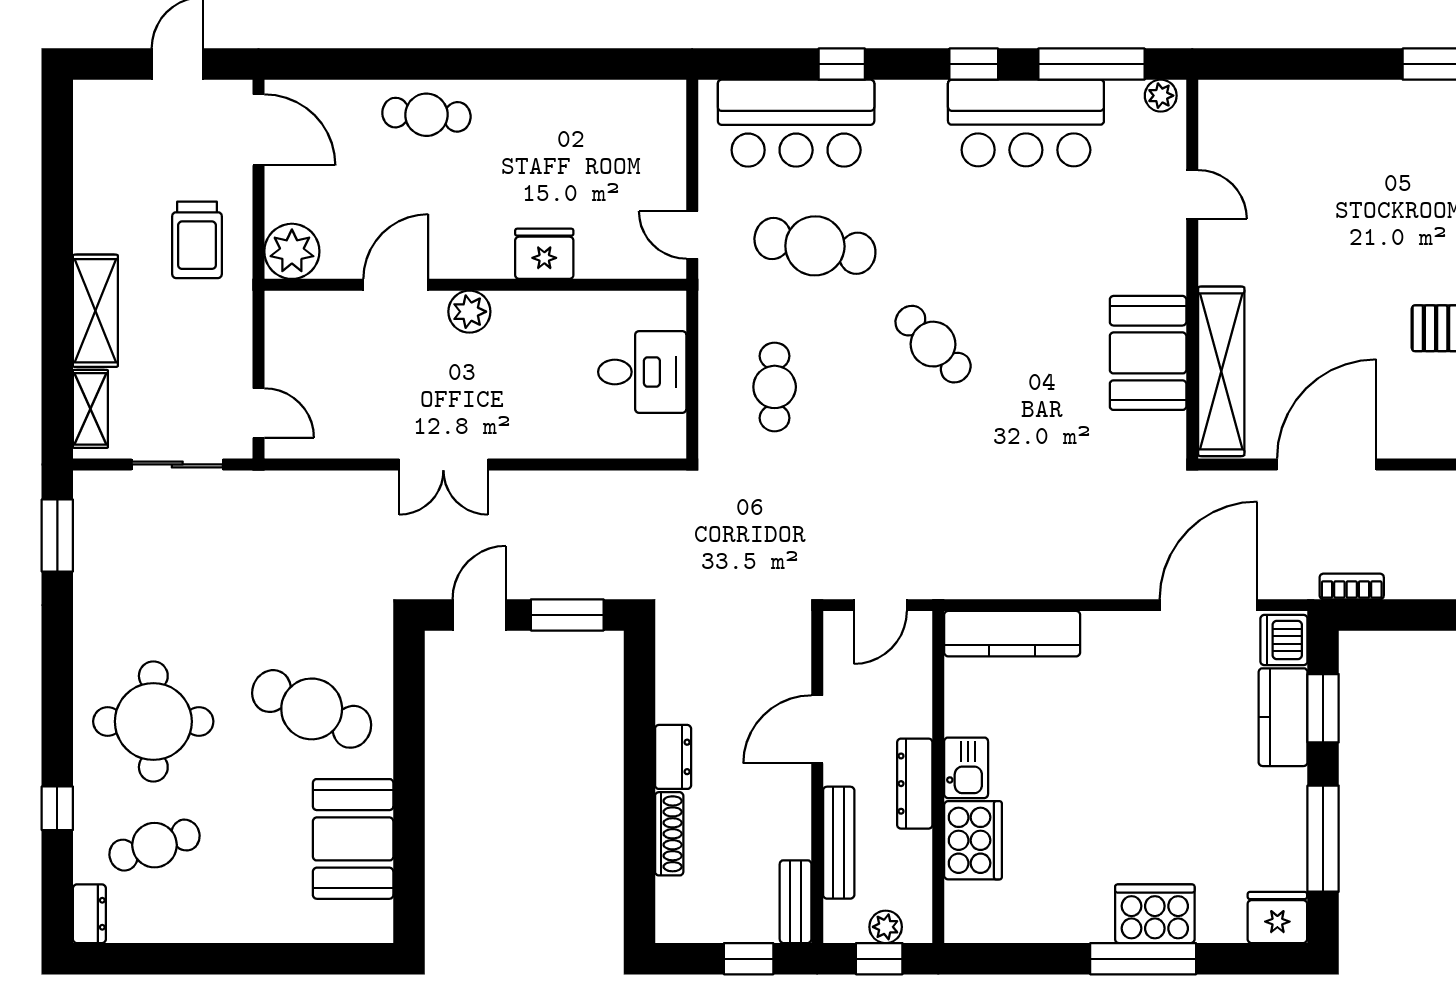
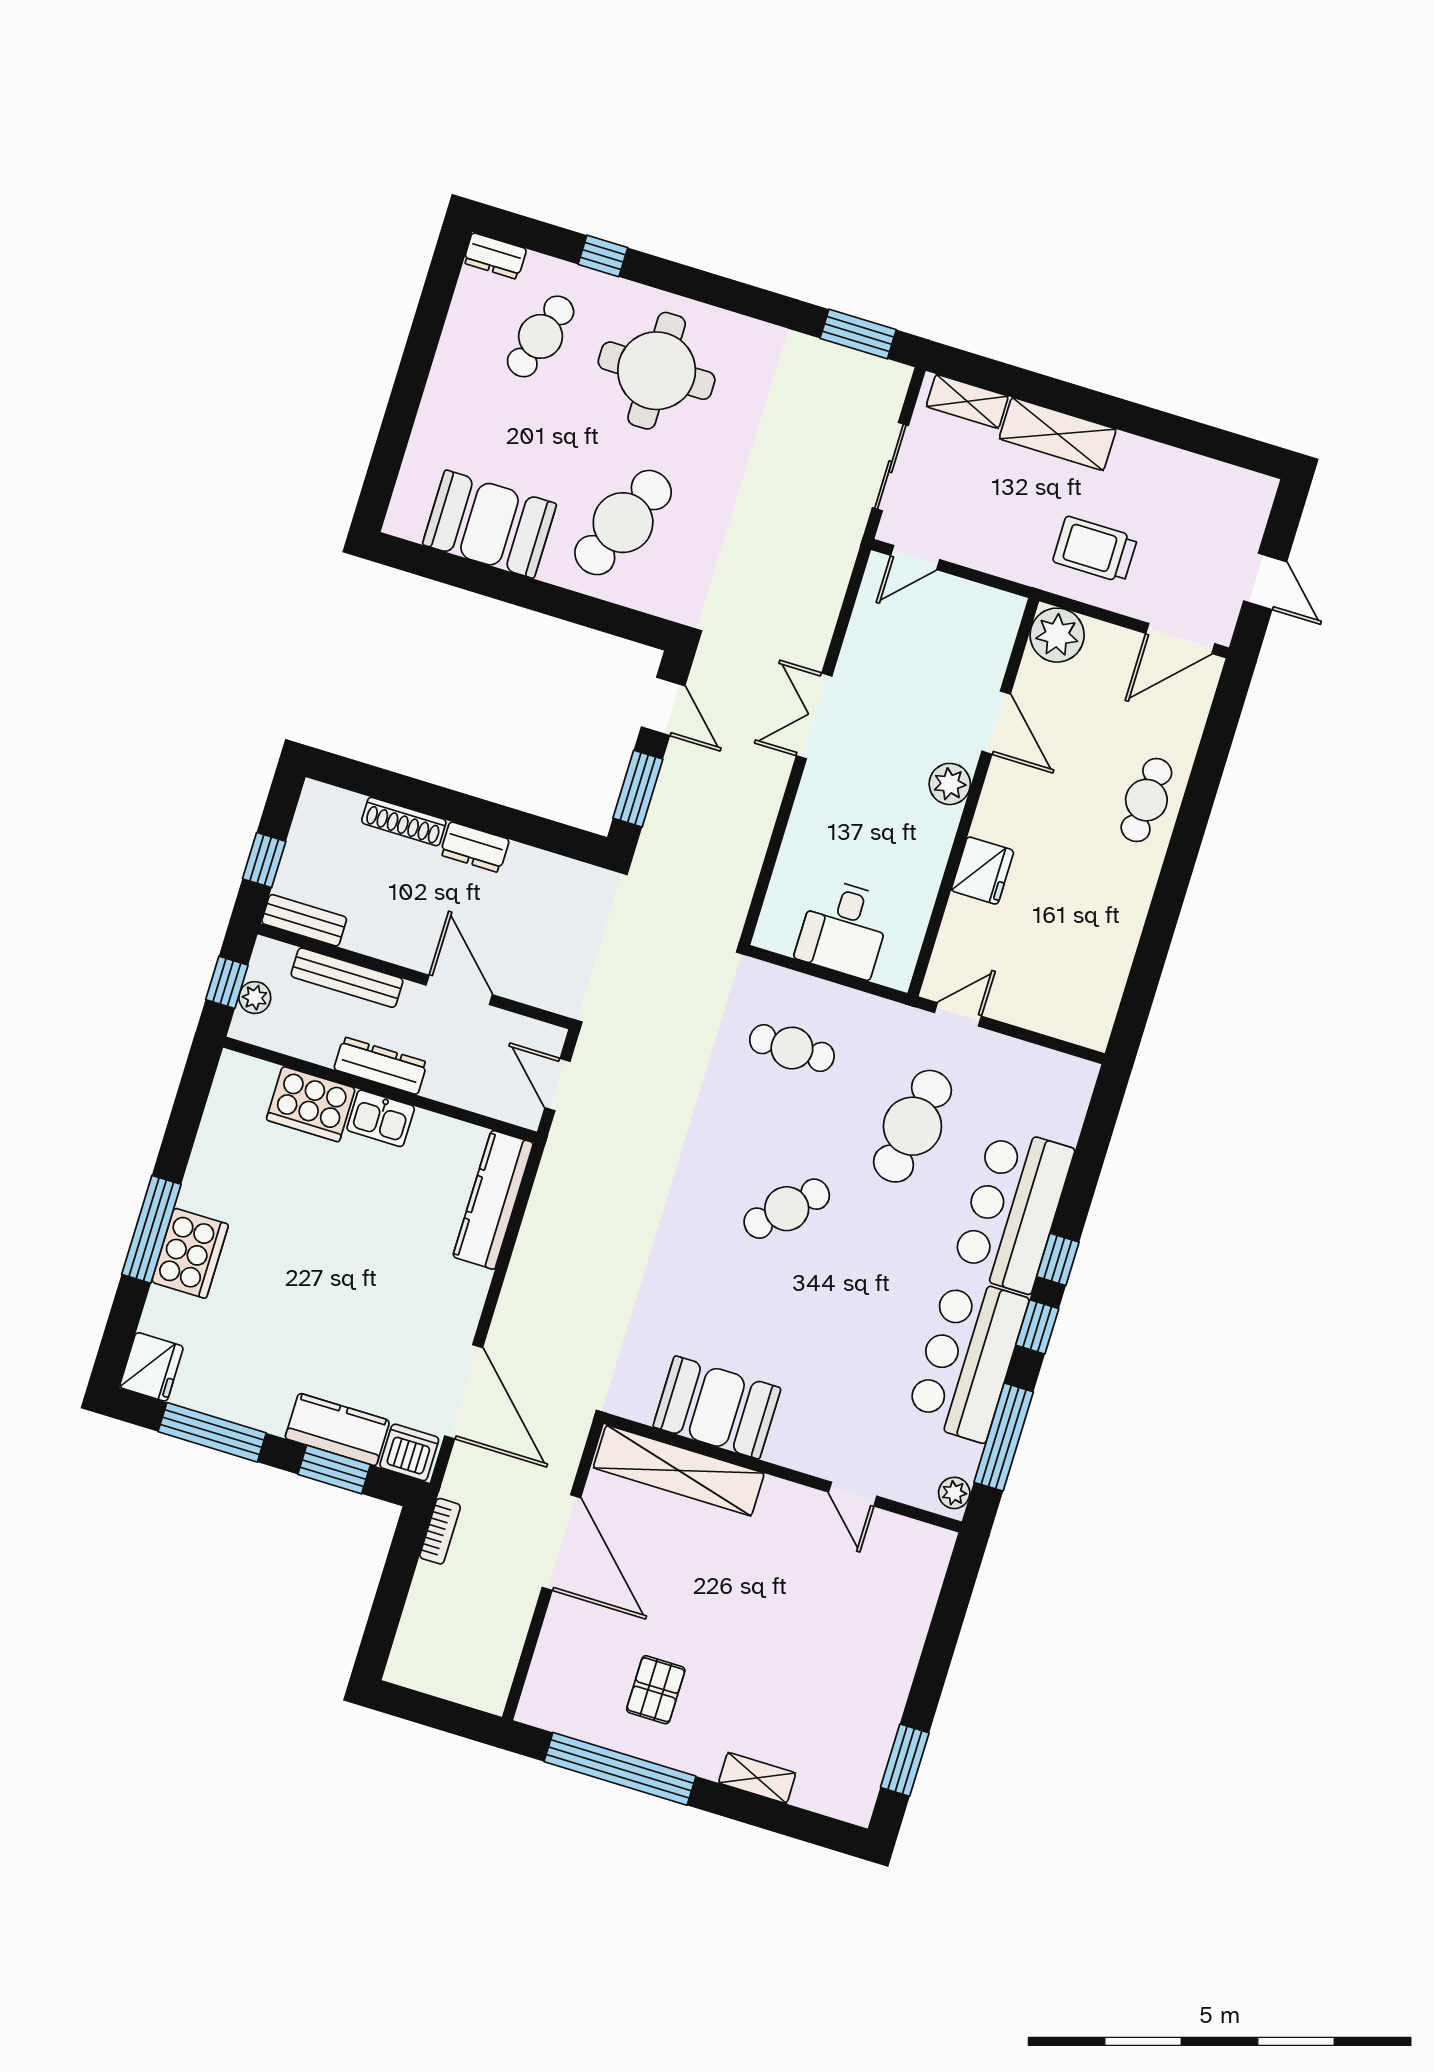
window: (842, 64) -> (1058, 1259), moved
bar counter: (796, 123) -> (1013, 1210), moved
door: (1192, 194) -> (853, 1494), hinge flipped
cafe table: (155, 845) -> (541, 336), turned 36

